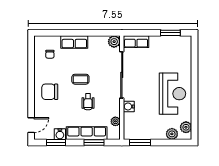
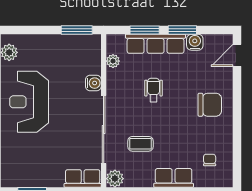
coffee table: (80, 79) -> (141, 144), moved
plant: (172, 134) -> (30, 43), removed
window: (56, 142) -> (182, 30), moved

